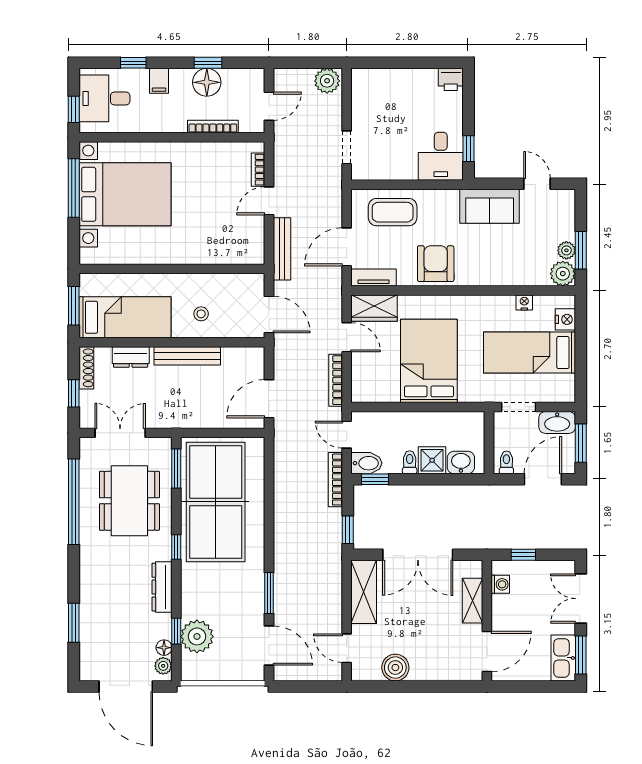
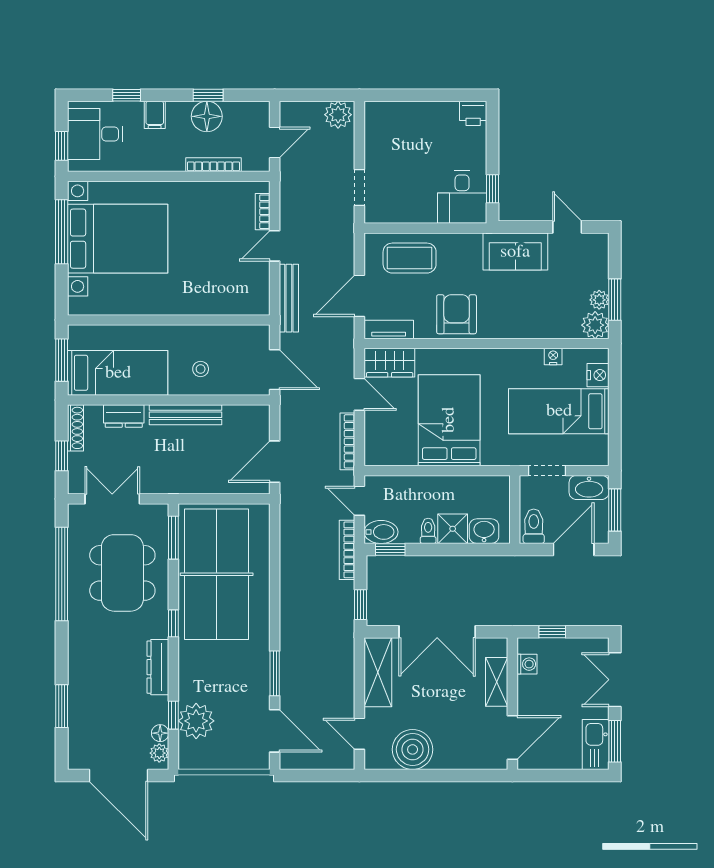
toilet: (506, 462) -> (534, 526), width x1.37, depth x1.39
boiler: (395, 668) -> (413, 749), width x1.37, depth x1.37

